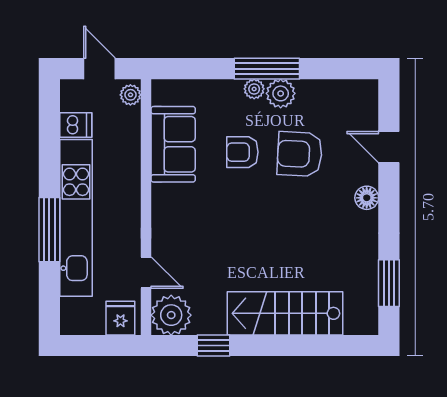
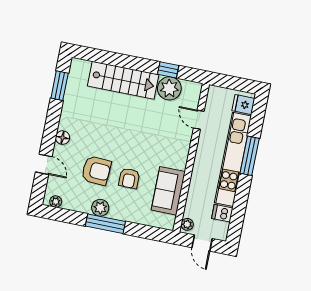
plant: (254, 89) -> (56, 202), moved
armchair: (242, 152) -> (129, 178), turned 90
plant: (171, 315) -> (169, 88), moved
fridge: (120, 318) -> (243, 105), moved, turned 90

